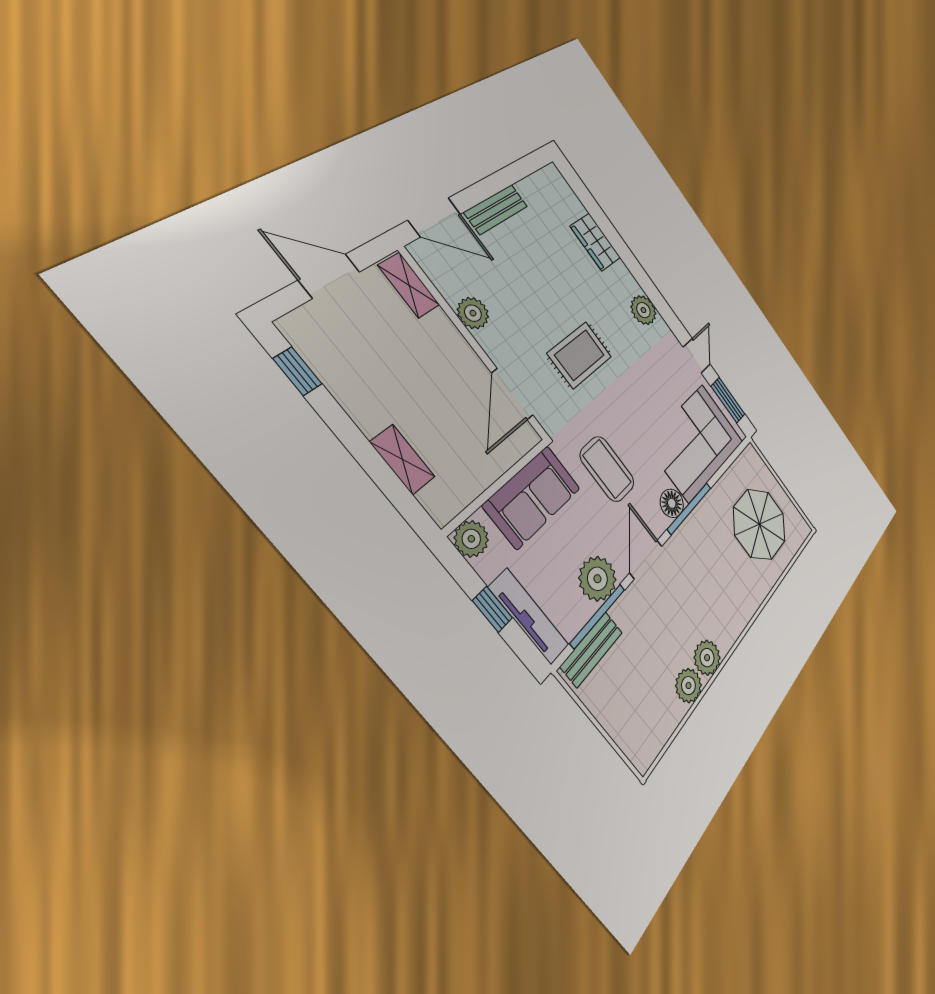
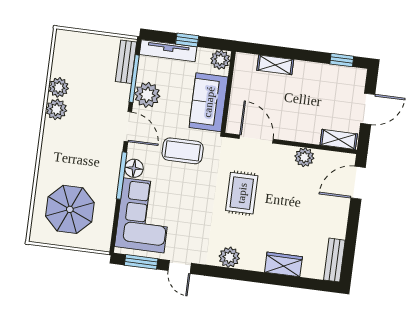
bench: (496, 209) -> (334, 260), moved

